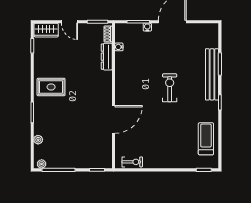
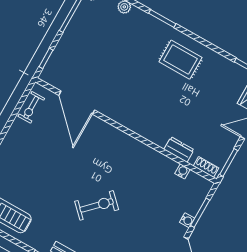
dresser: (107, 57) -> (179, 150), width x0.70
rug: (51, 87) -> (180, 60), turned 90
exercise bike: (170, 88) -> (97, 205), turned -45
door: (113, 119) -> (77, 103), moved

